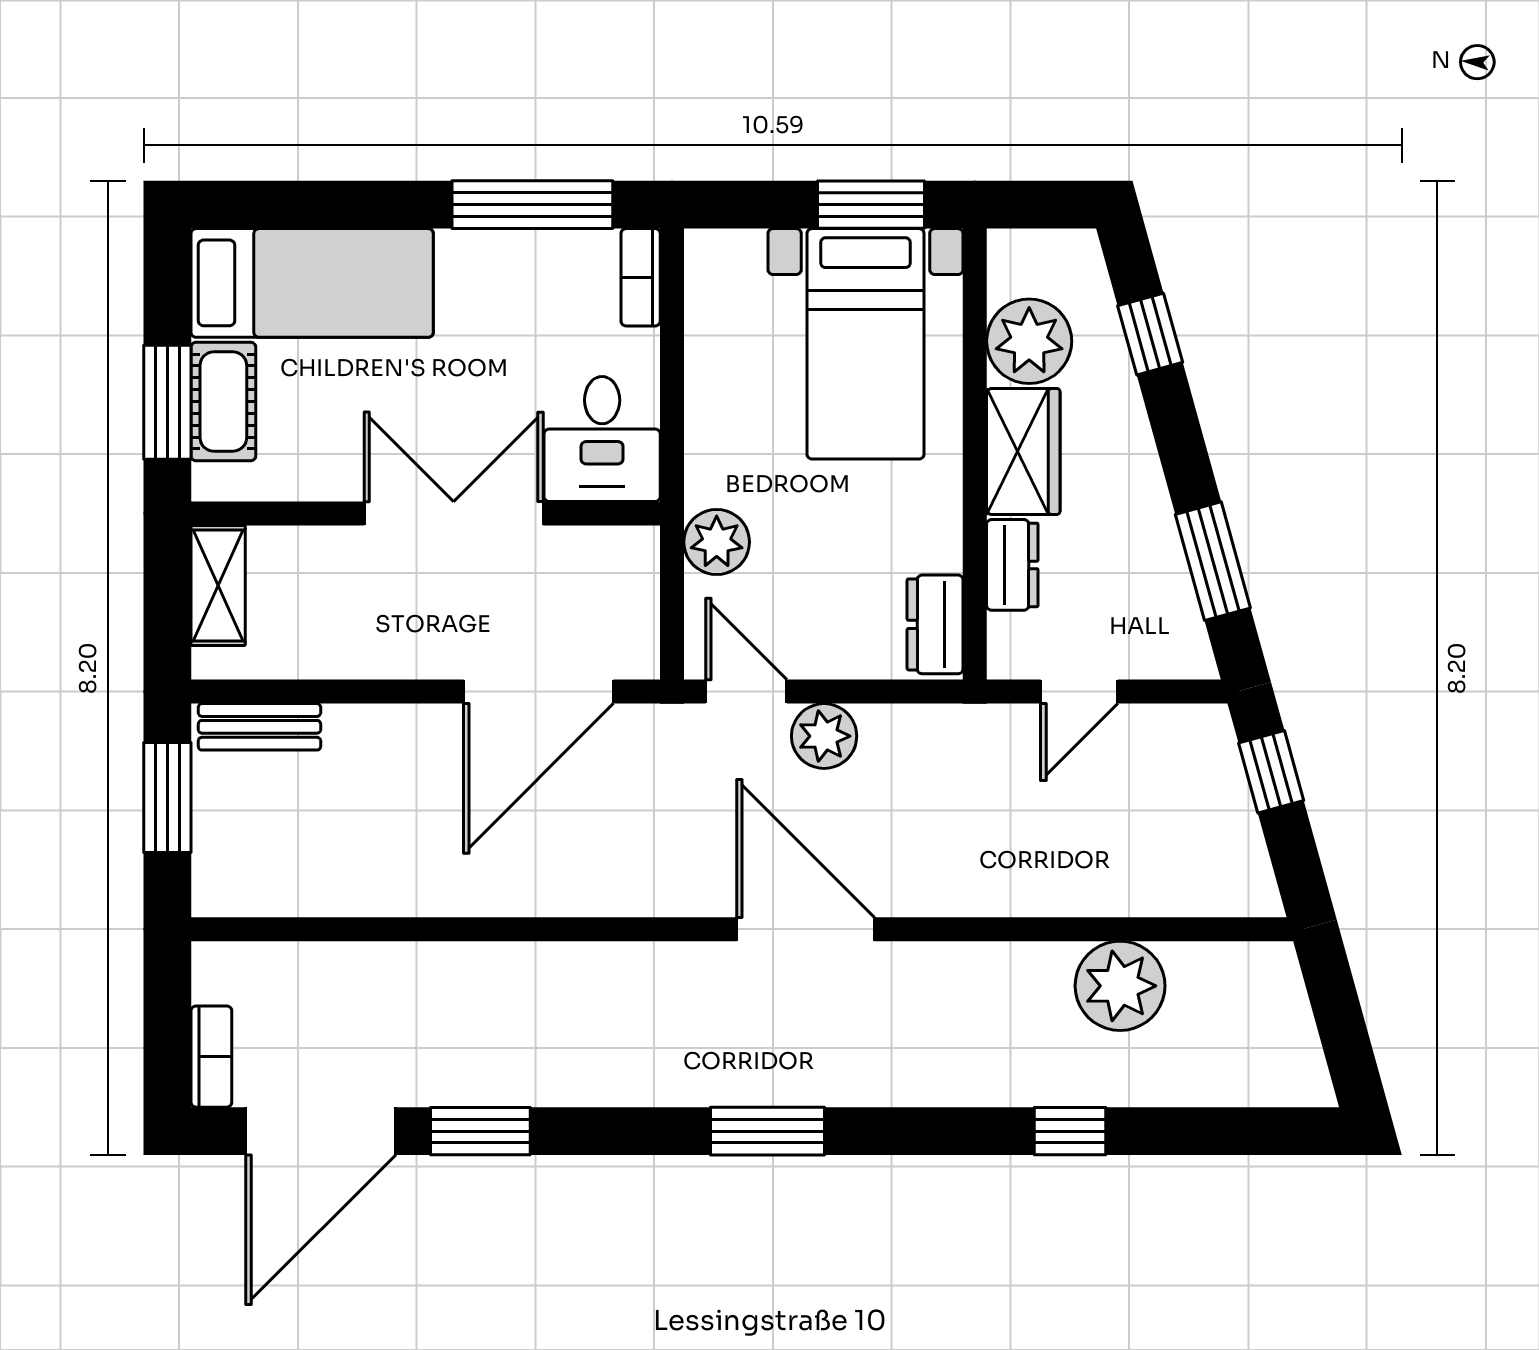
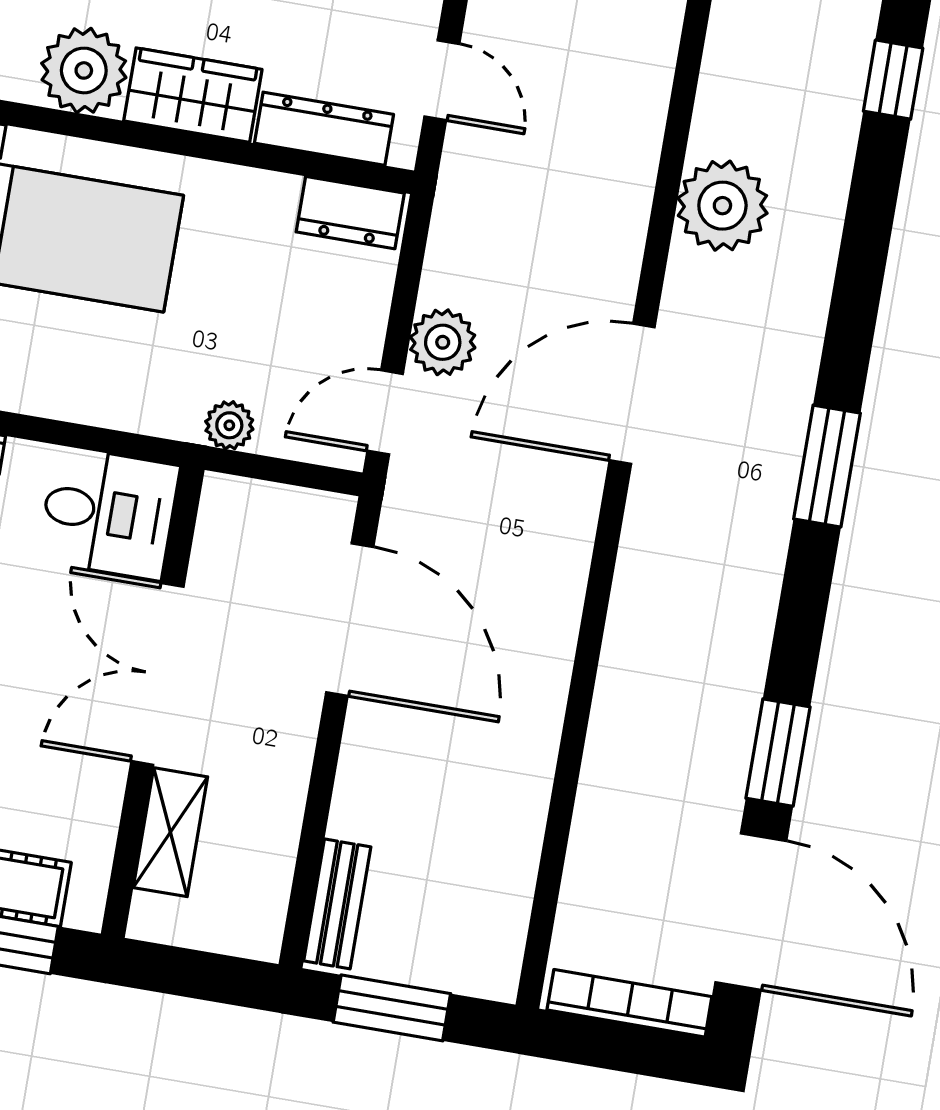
plant: (717, 542) -> (229, 425), width x0.73, depth x0.73
dresser: (1012, 565) -> (324, 129), width x1.44
shelving: (218, 586) -> (170, 832), moved, turned 90
plant: (1120, 986) -> (722, 206), moved
bookcase: (211, 1057) -> (629, 1003), width x1.56
window: (1070, 1131) -> (893, 80), moved

